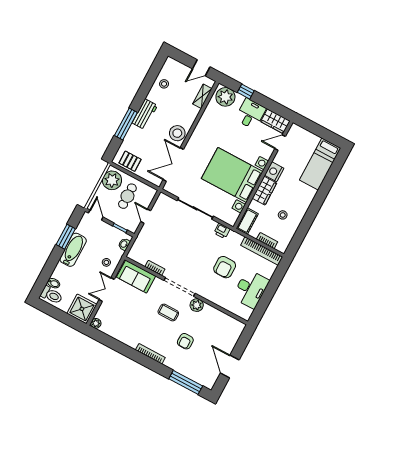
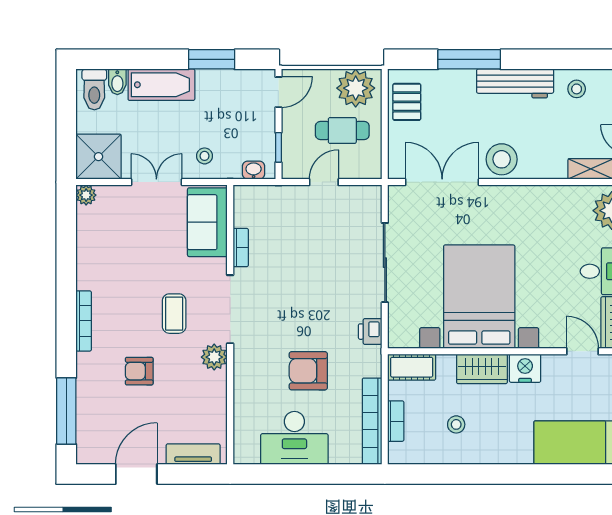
workbench: (145, 114) -> (515, 83), width x1.38
bathtub: (73, 250) -> (161, 85), moved
tv unit: (234, 337) -> (193, 454), added

